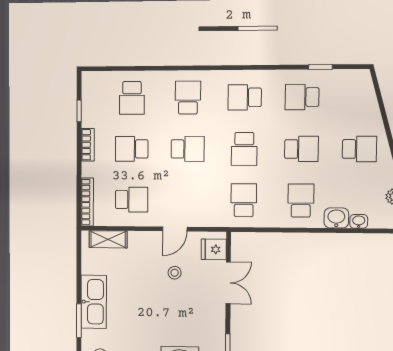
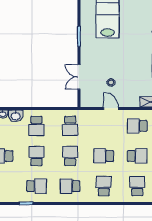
school desk: (245, 97) -> (70, 186), turned 180
school desk: (188, 98) -> (104, 186), turned 180
school desk: (301, 149) -> (37, 156), turned 90
door: (175, 229) -> (111, 108), hinge flipped
fridge: (214, 249) -> (88, 97), removed

